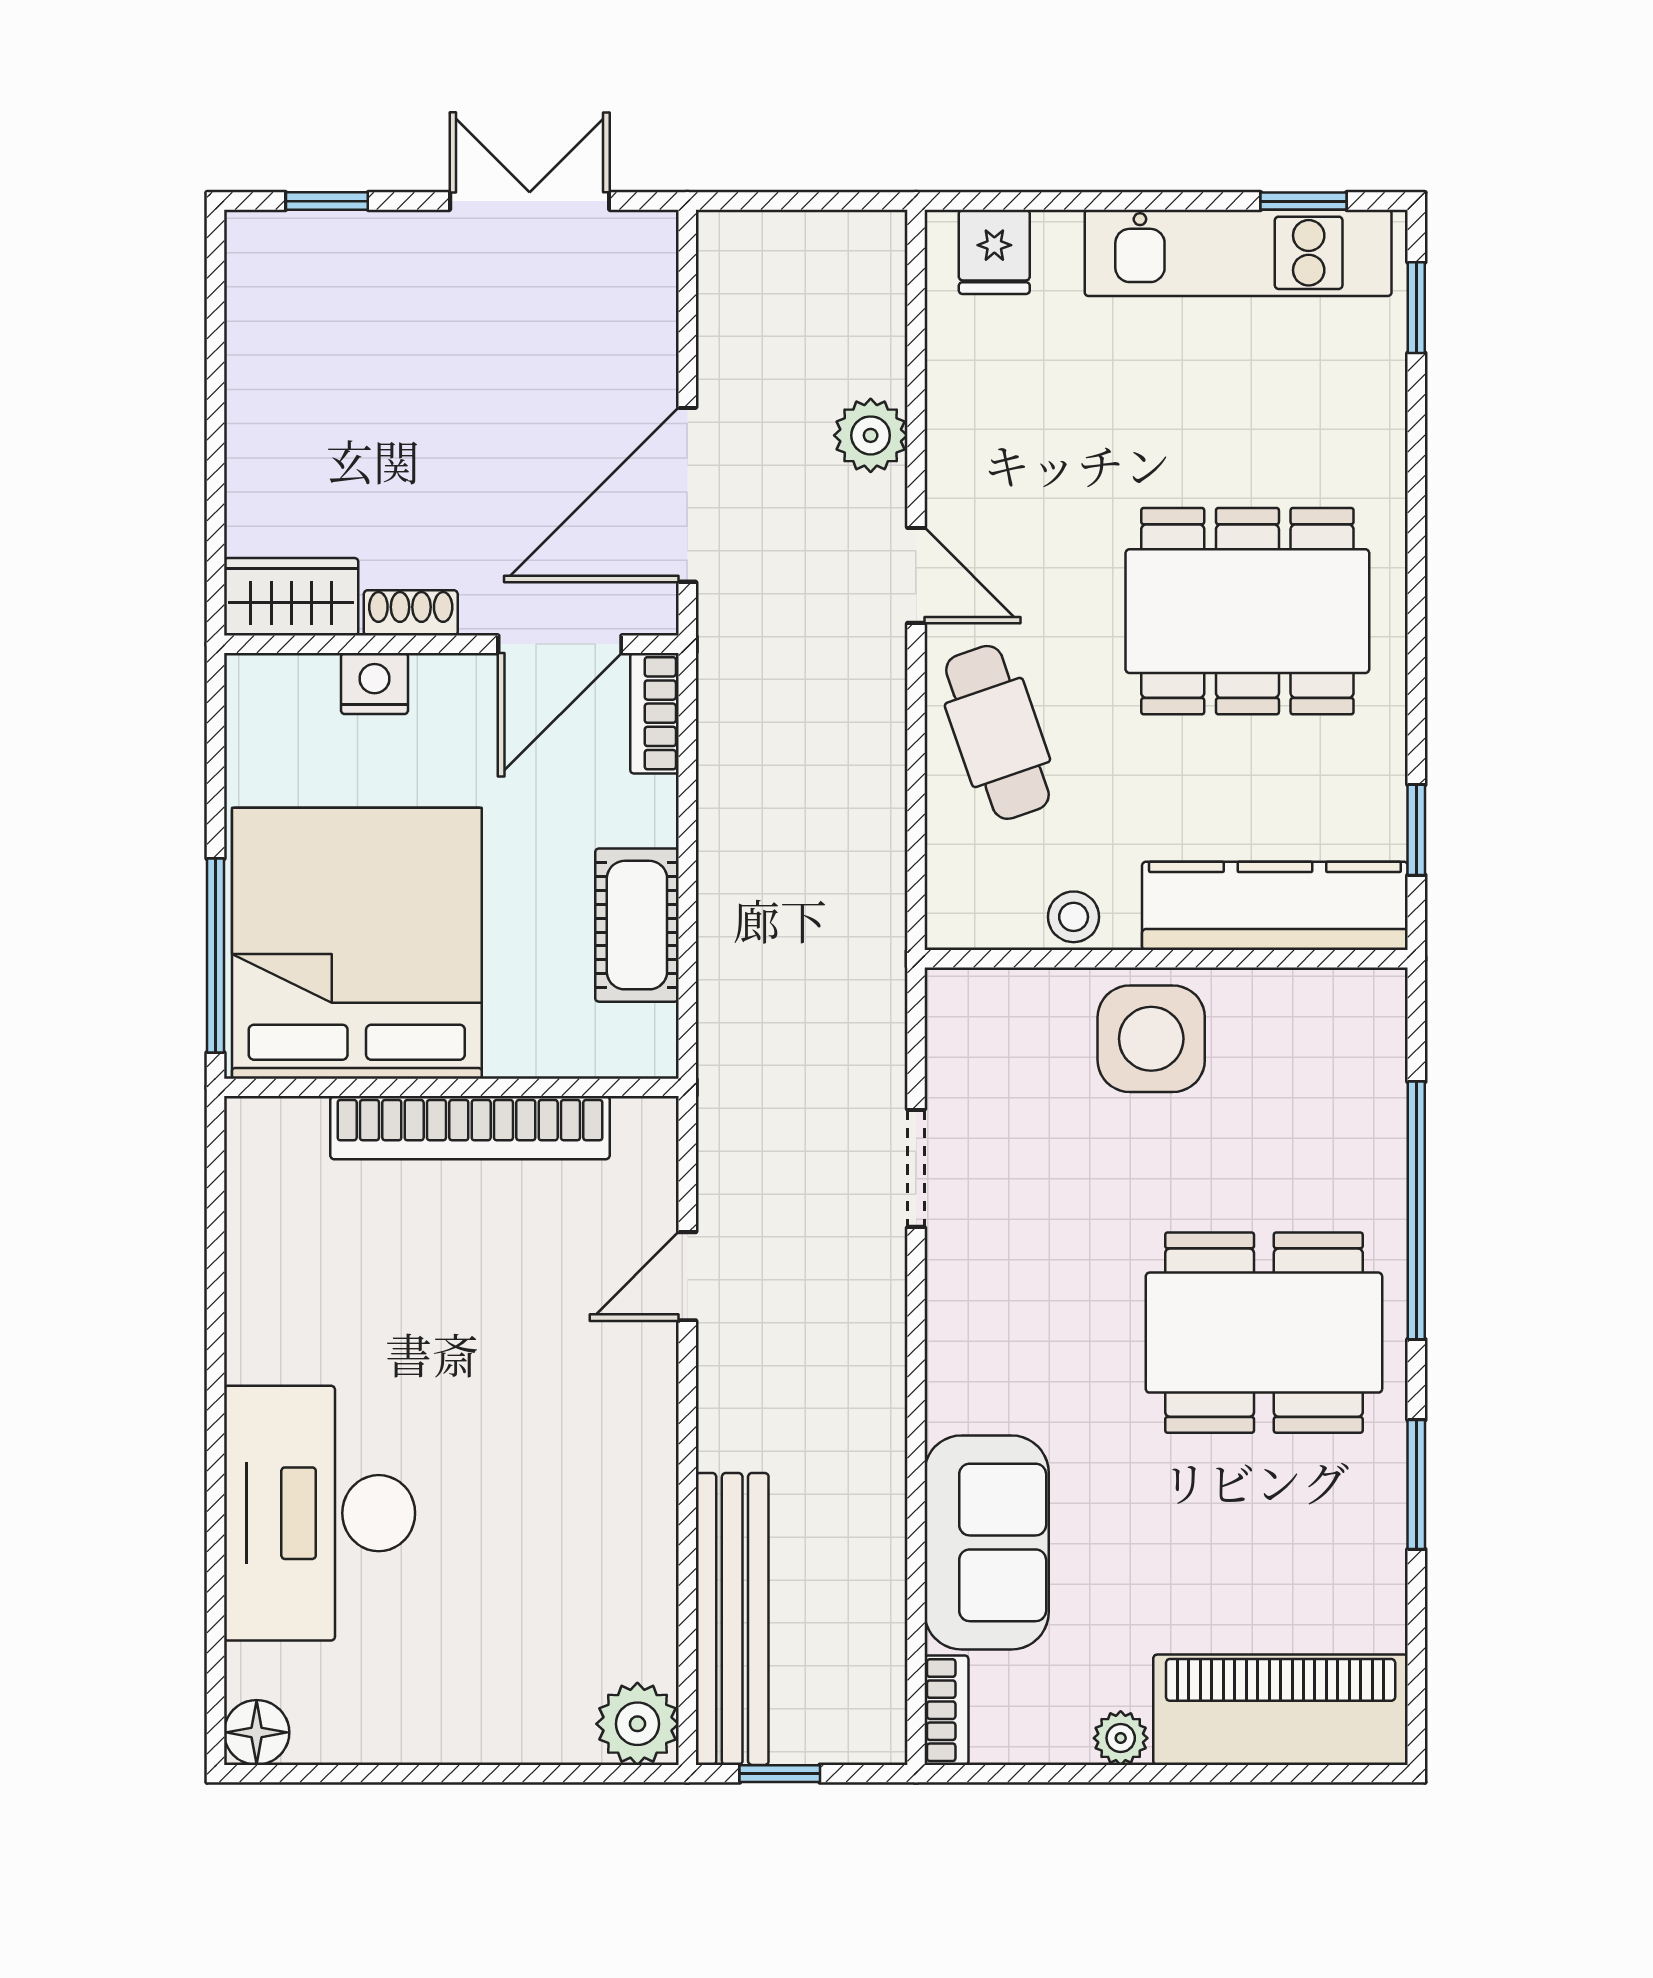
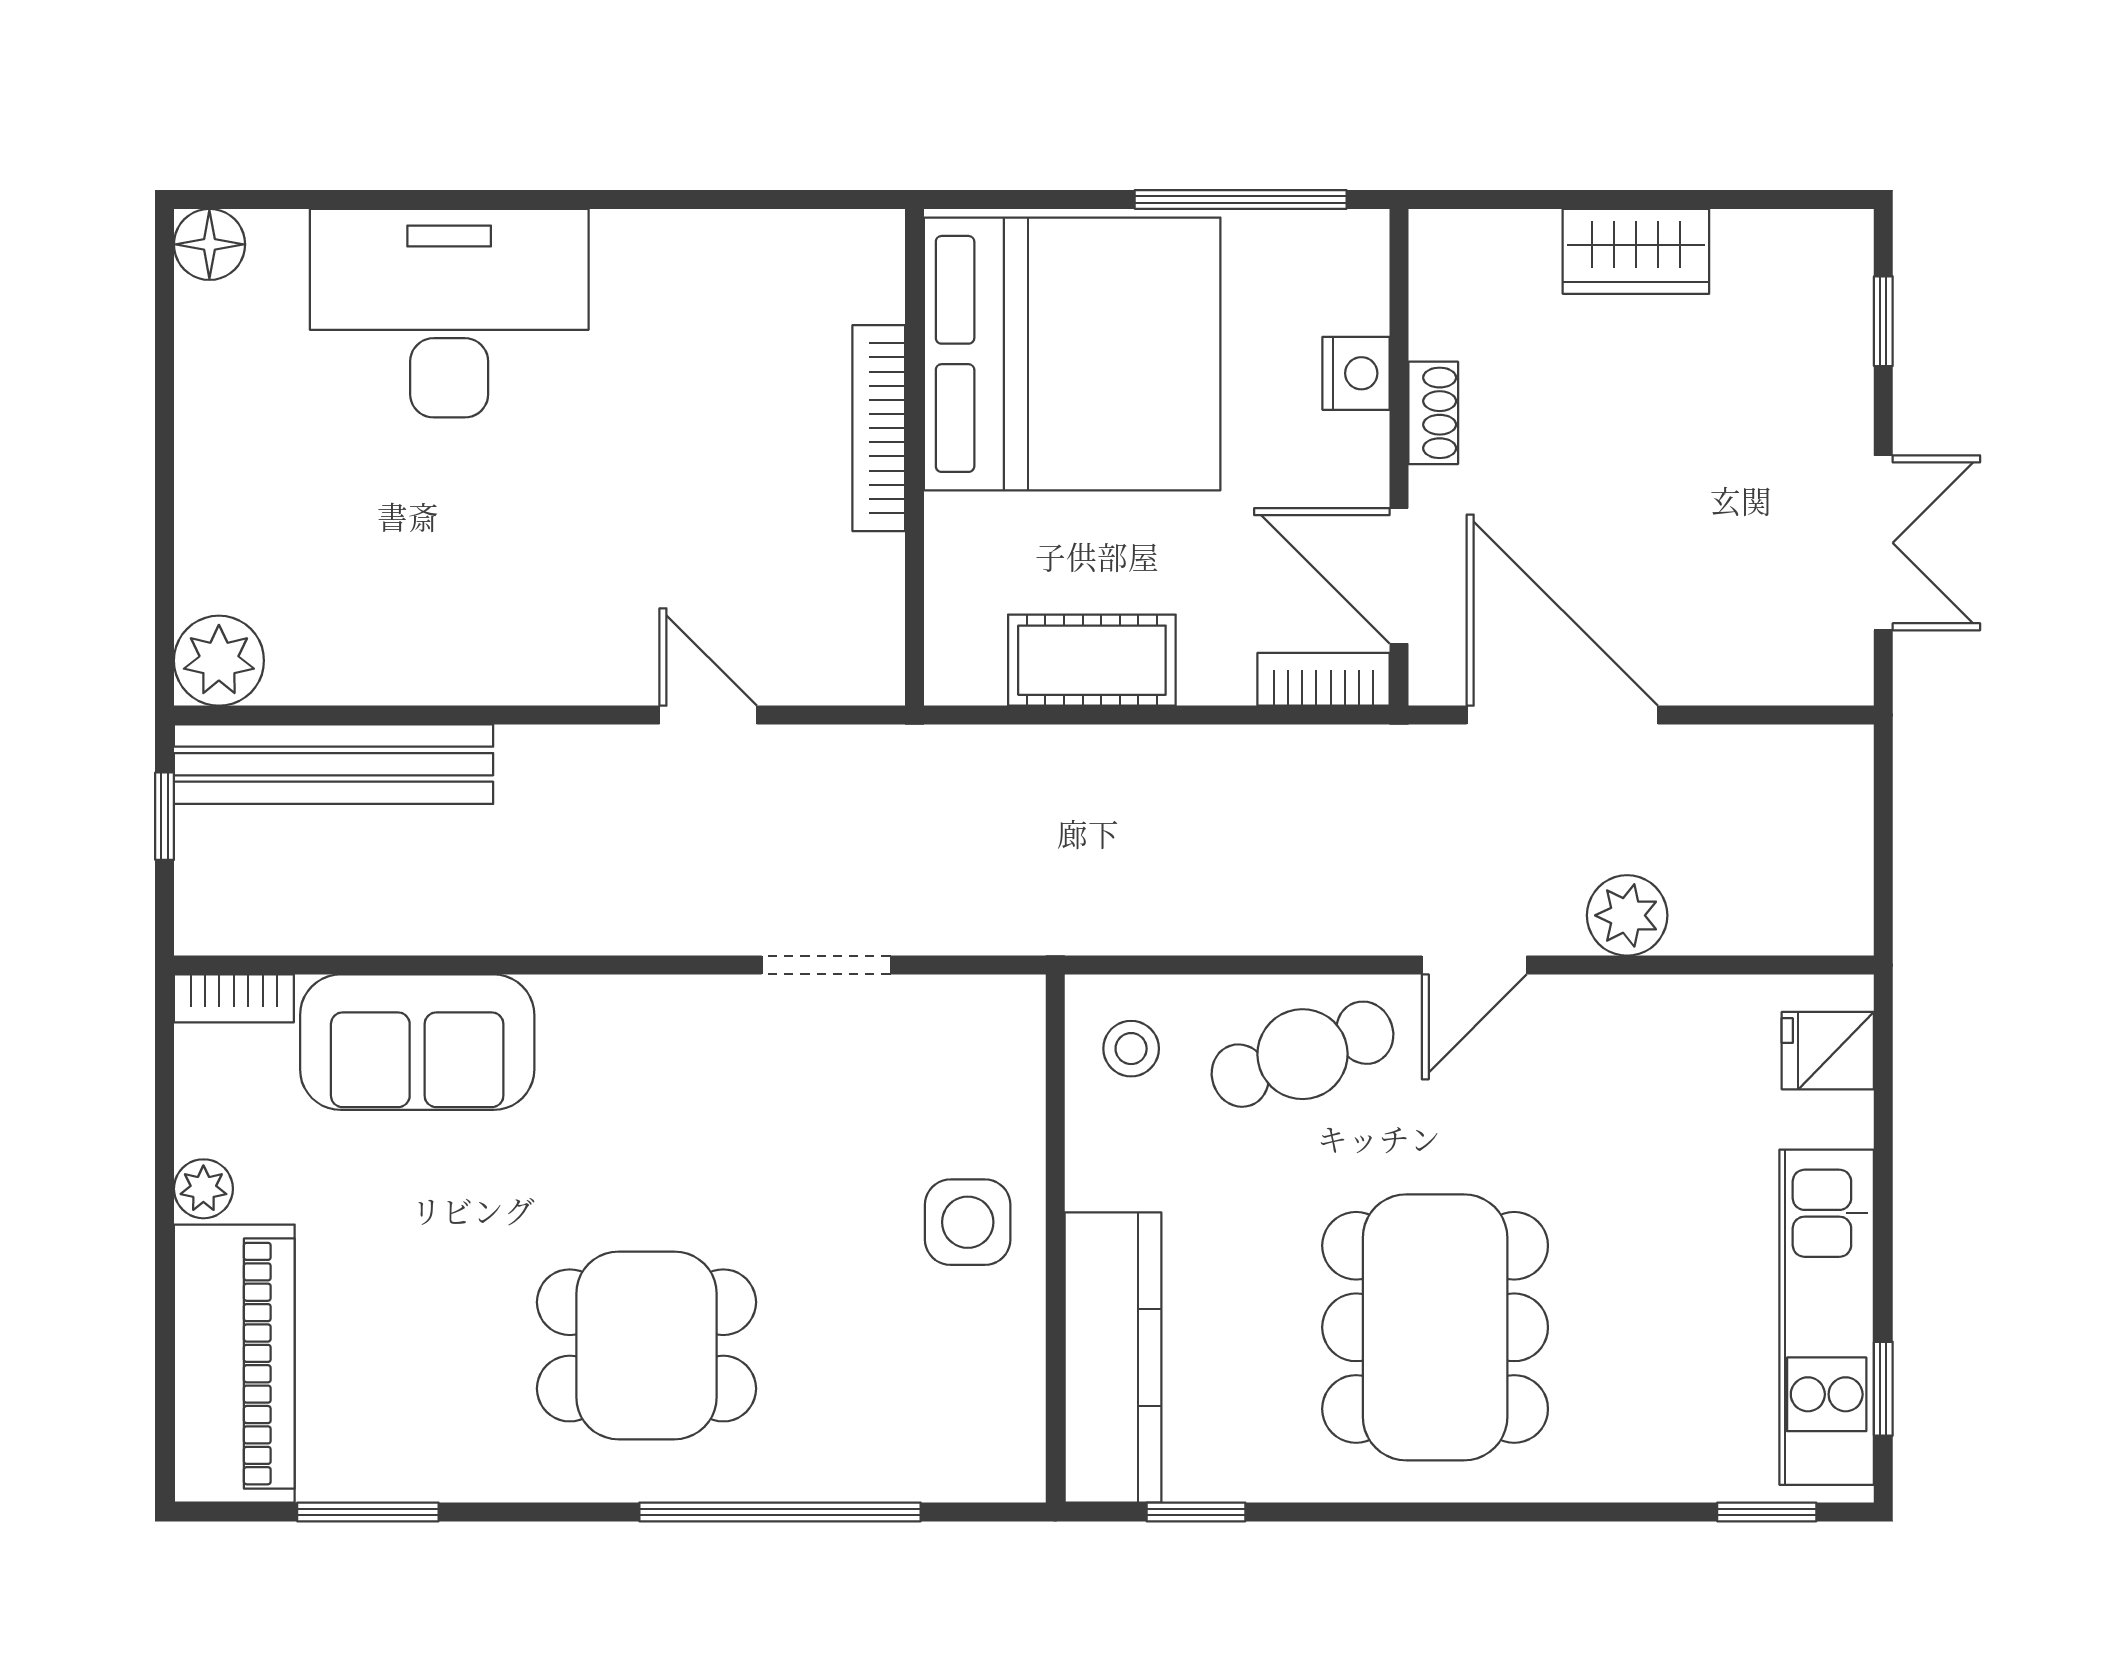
wardrobe: (291, 597) -> (1636, 251), moved, turned 90
stool: (1074, 917) -> (1131, 1049), moved
window: (215, 956) -> (1241, 199), moved
side table: (1151, 1039) -> (968, 1222), width x0.73, depth x0.73
bookcase: (470, 1128) -> (879, 428), width x0.68, depth x0.76
dining table: (1264, 1333) -> (646, 1345), width x0.73
window: (1416, 1485) -> (368, 1512), moved

